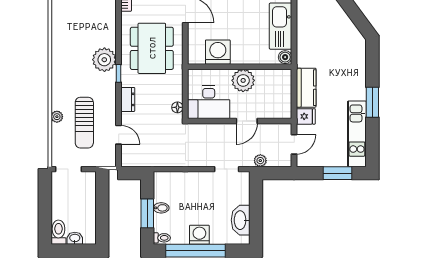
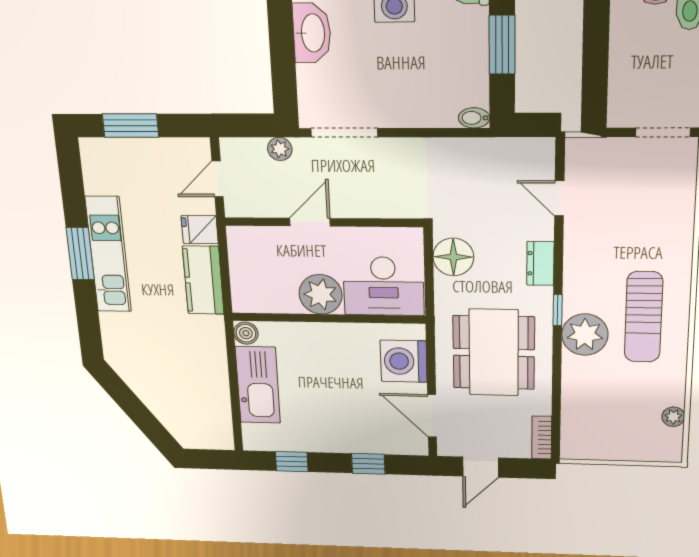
washing machine: (218, 52) -> (404, 361), moved, turned 90
desk: (209, 102) -> (383, 286), moved, turned 180
floor lamp: (177, 107) -> (453, 257), width x1.89, depth x1.89
plant: (57, 117) -> (673, 417), moved
sun lounger: (84, 123) -> (643, 317), moved, turned 180
kitchen unit: (357, 134) -> (108, 255), moved
doorway: (227, 169) -> (344, 133), width x1.38
bidet: (161, 208) -> (474, 118), moved

